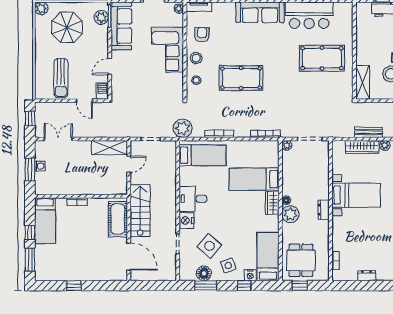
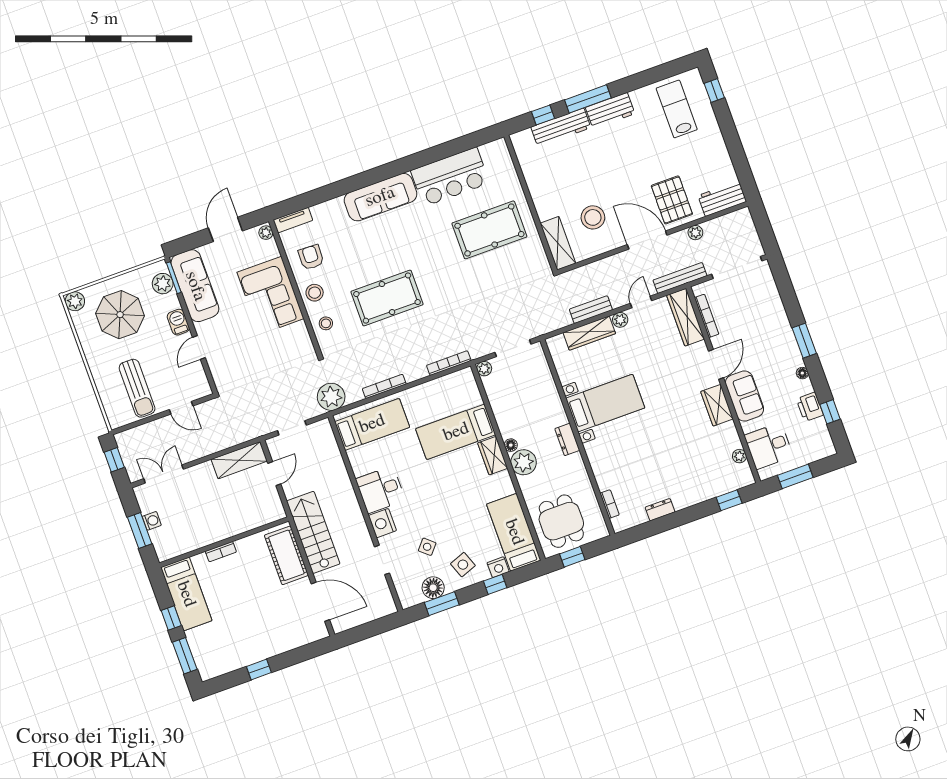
barbecue: (102, 91) -> (178, 322), moved
side table: (210, 246) -> (427, 547), width x0.54, depth x0.54

